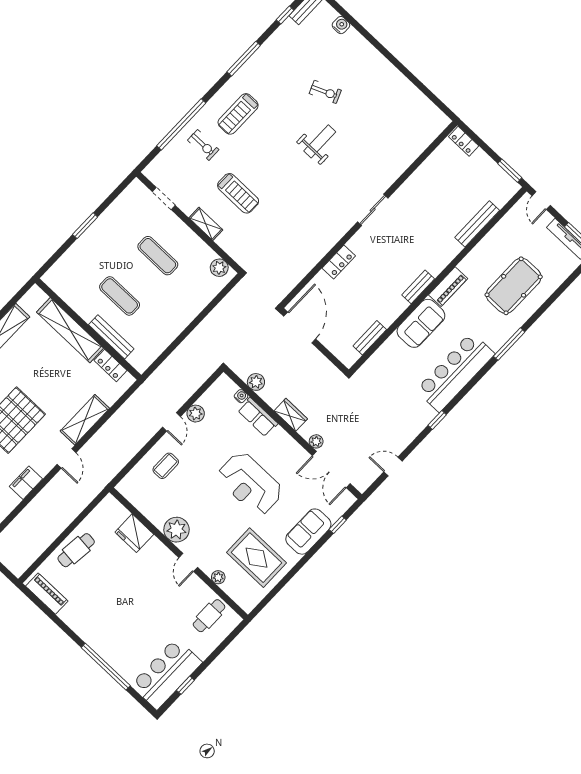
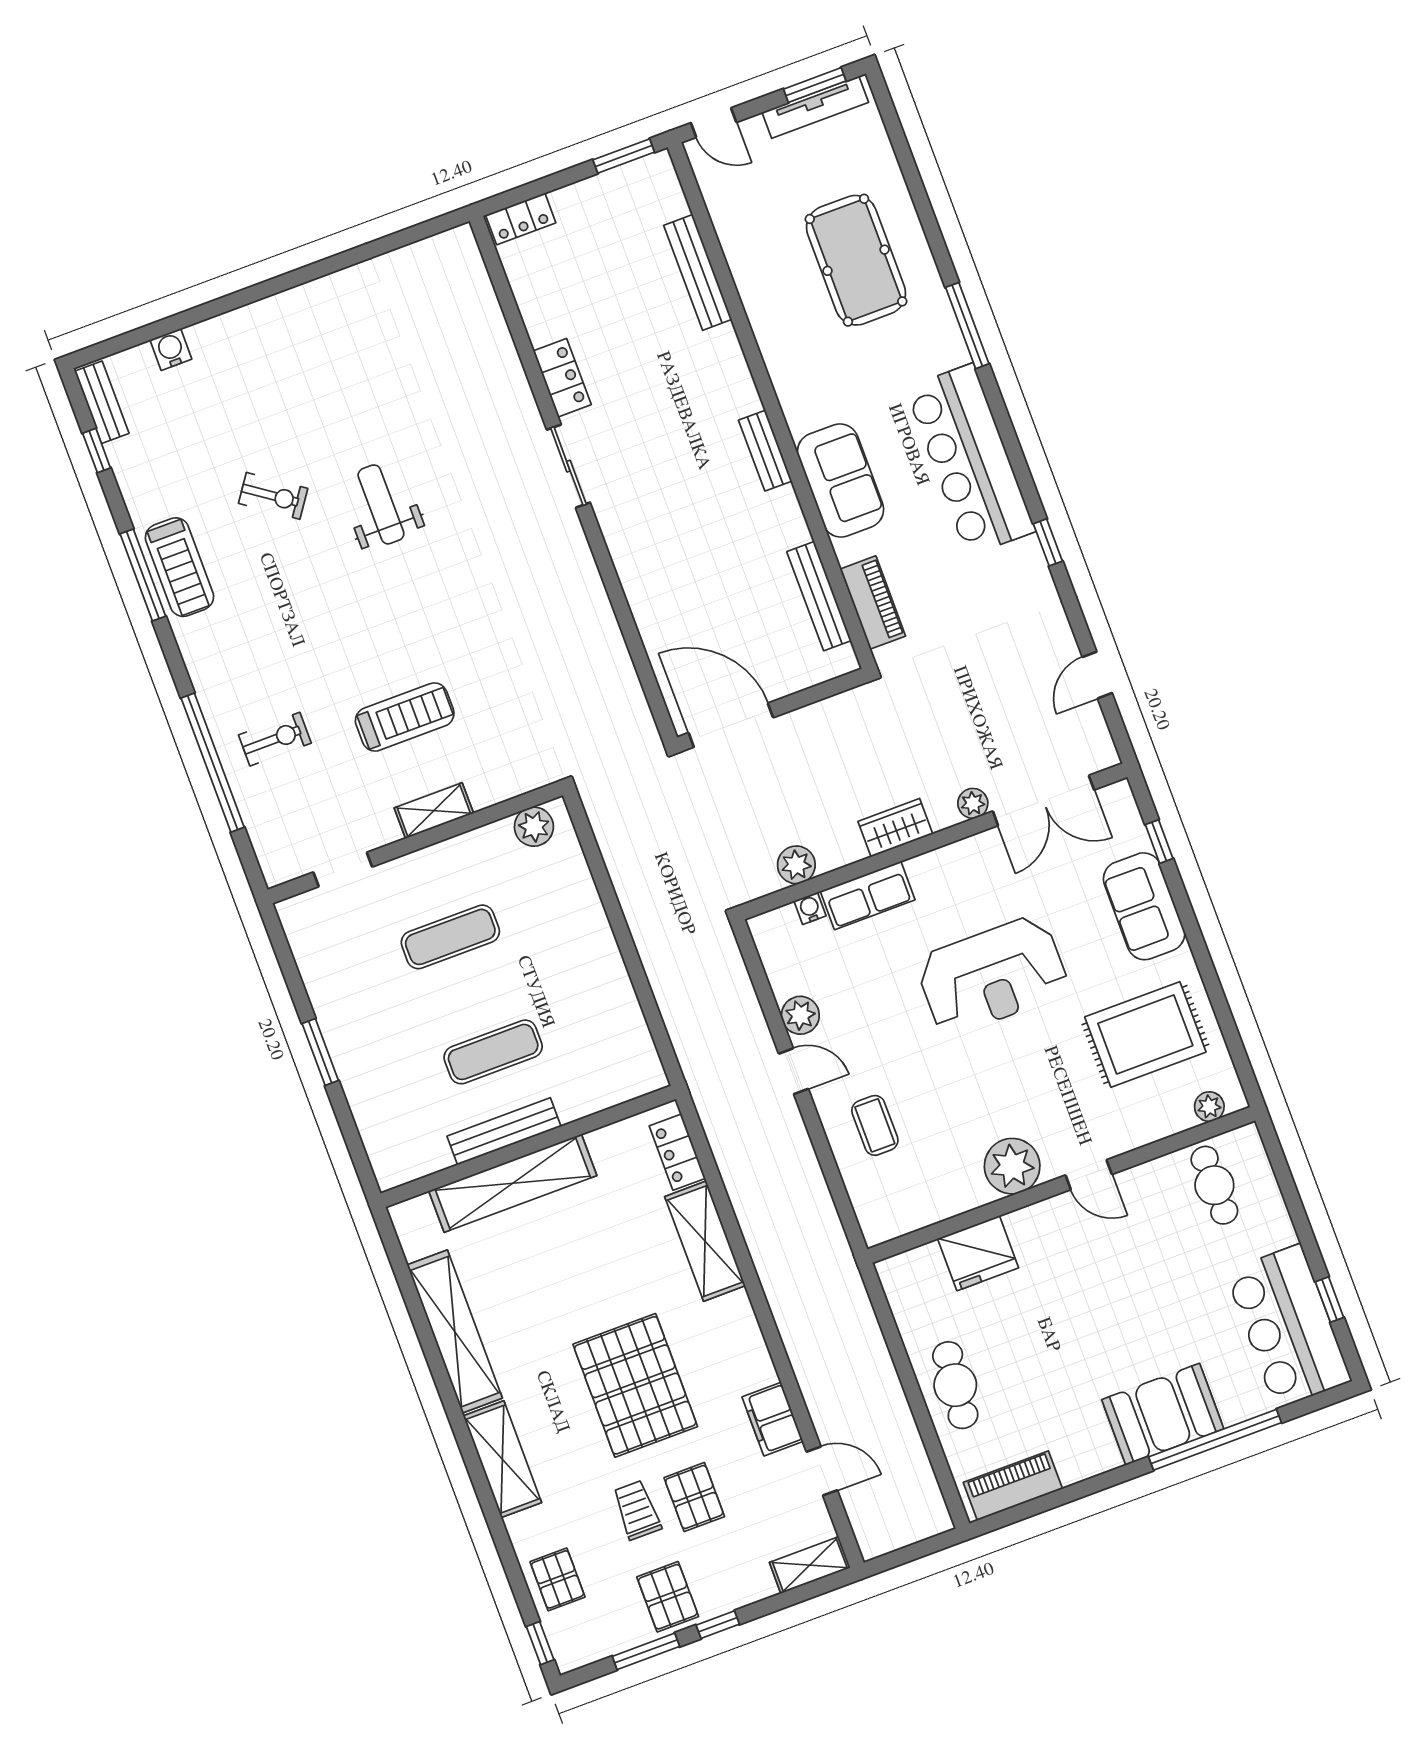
exercise bike: (325, 92) -> (273, 496), moved, turned 58
treadmill: (238, 114) -> (180, 567), moved
locker: (339, 262) -> (562, 378), moved
piano: (448, 287) -> (873, 603), moved
bench: (111, 337) -> (504, 1131), moved
bench: (370, 338) -> (819, 596), width x1.36
locker: (111, 365) -> (677, 1152), moved, turned 90
door: (66, 458) -> (822, 1471), moved
plant: (218, 577) -> (1209, 1107), moved
booth: (106, 640) -> (1163, 1414), added

